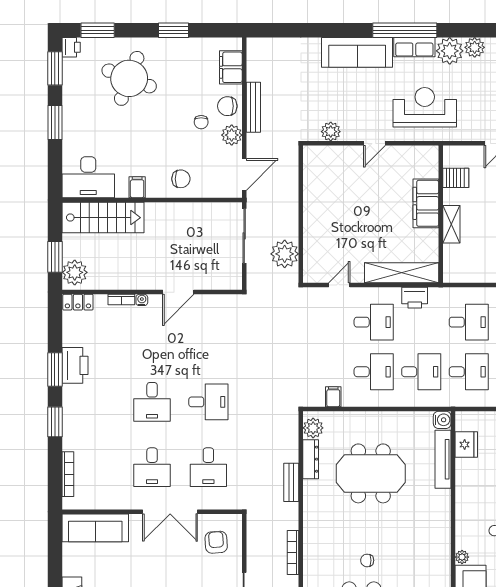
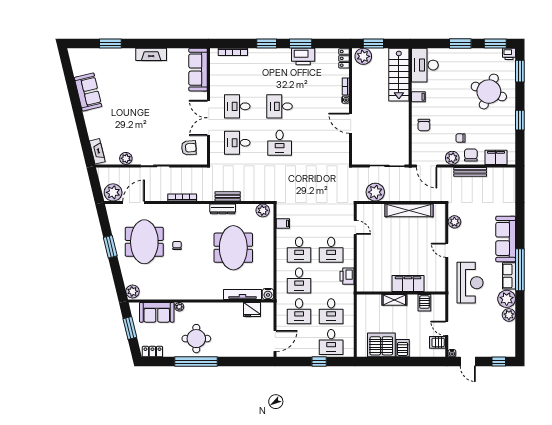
shelving: (402, 273) -> (409, 210), moved, turned 90
dresser: (311, 459) -> (223, 209), moved

